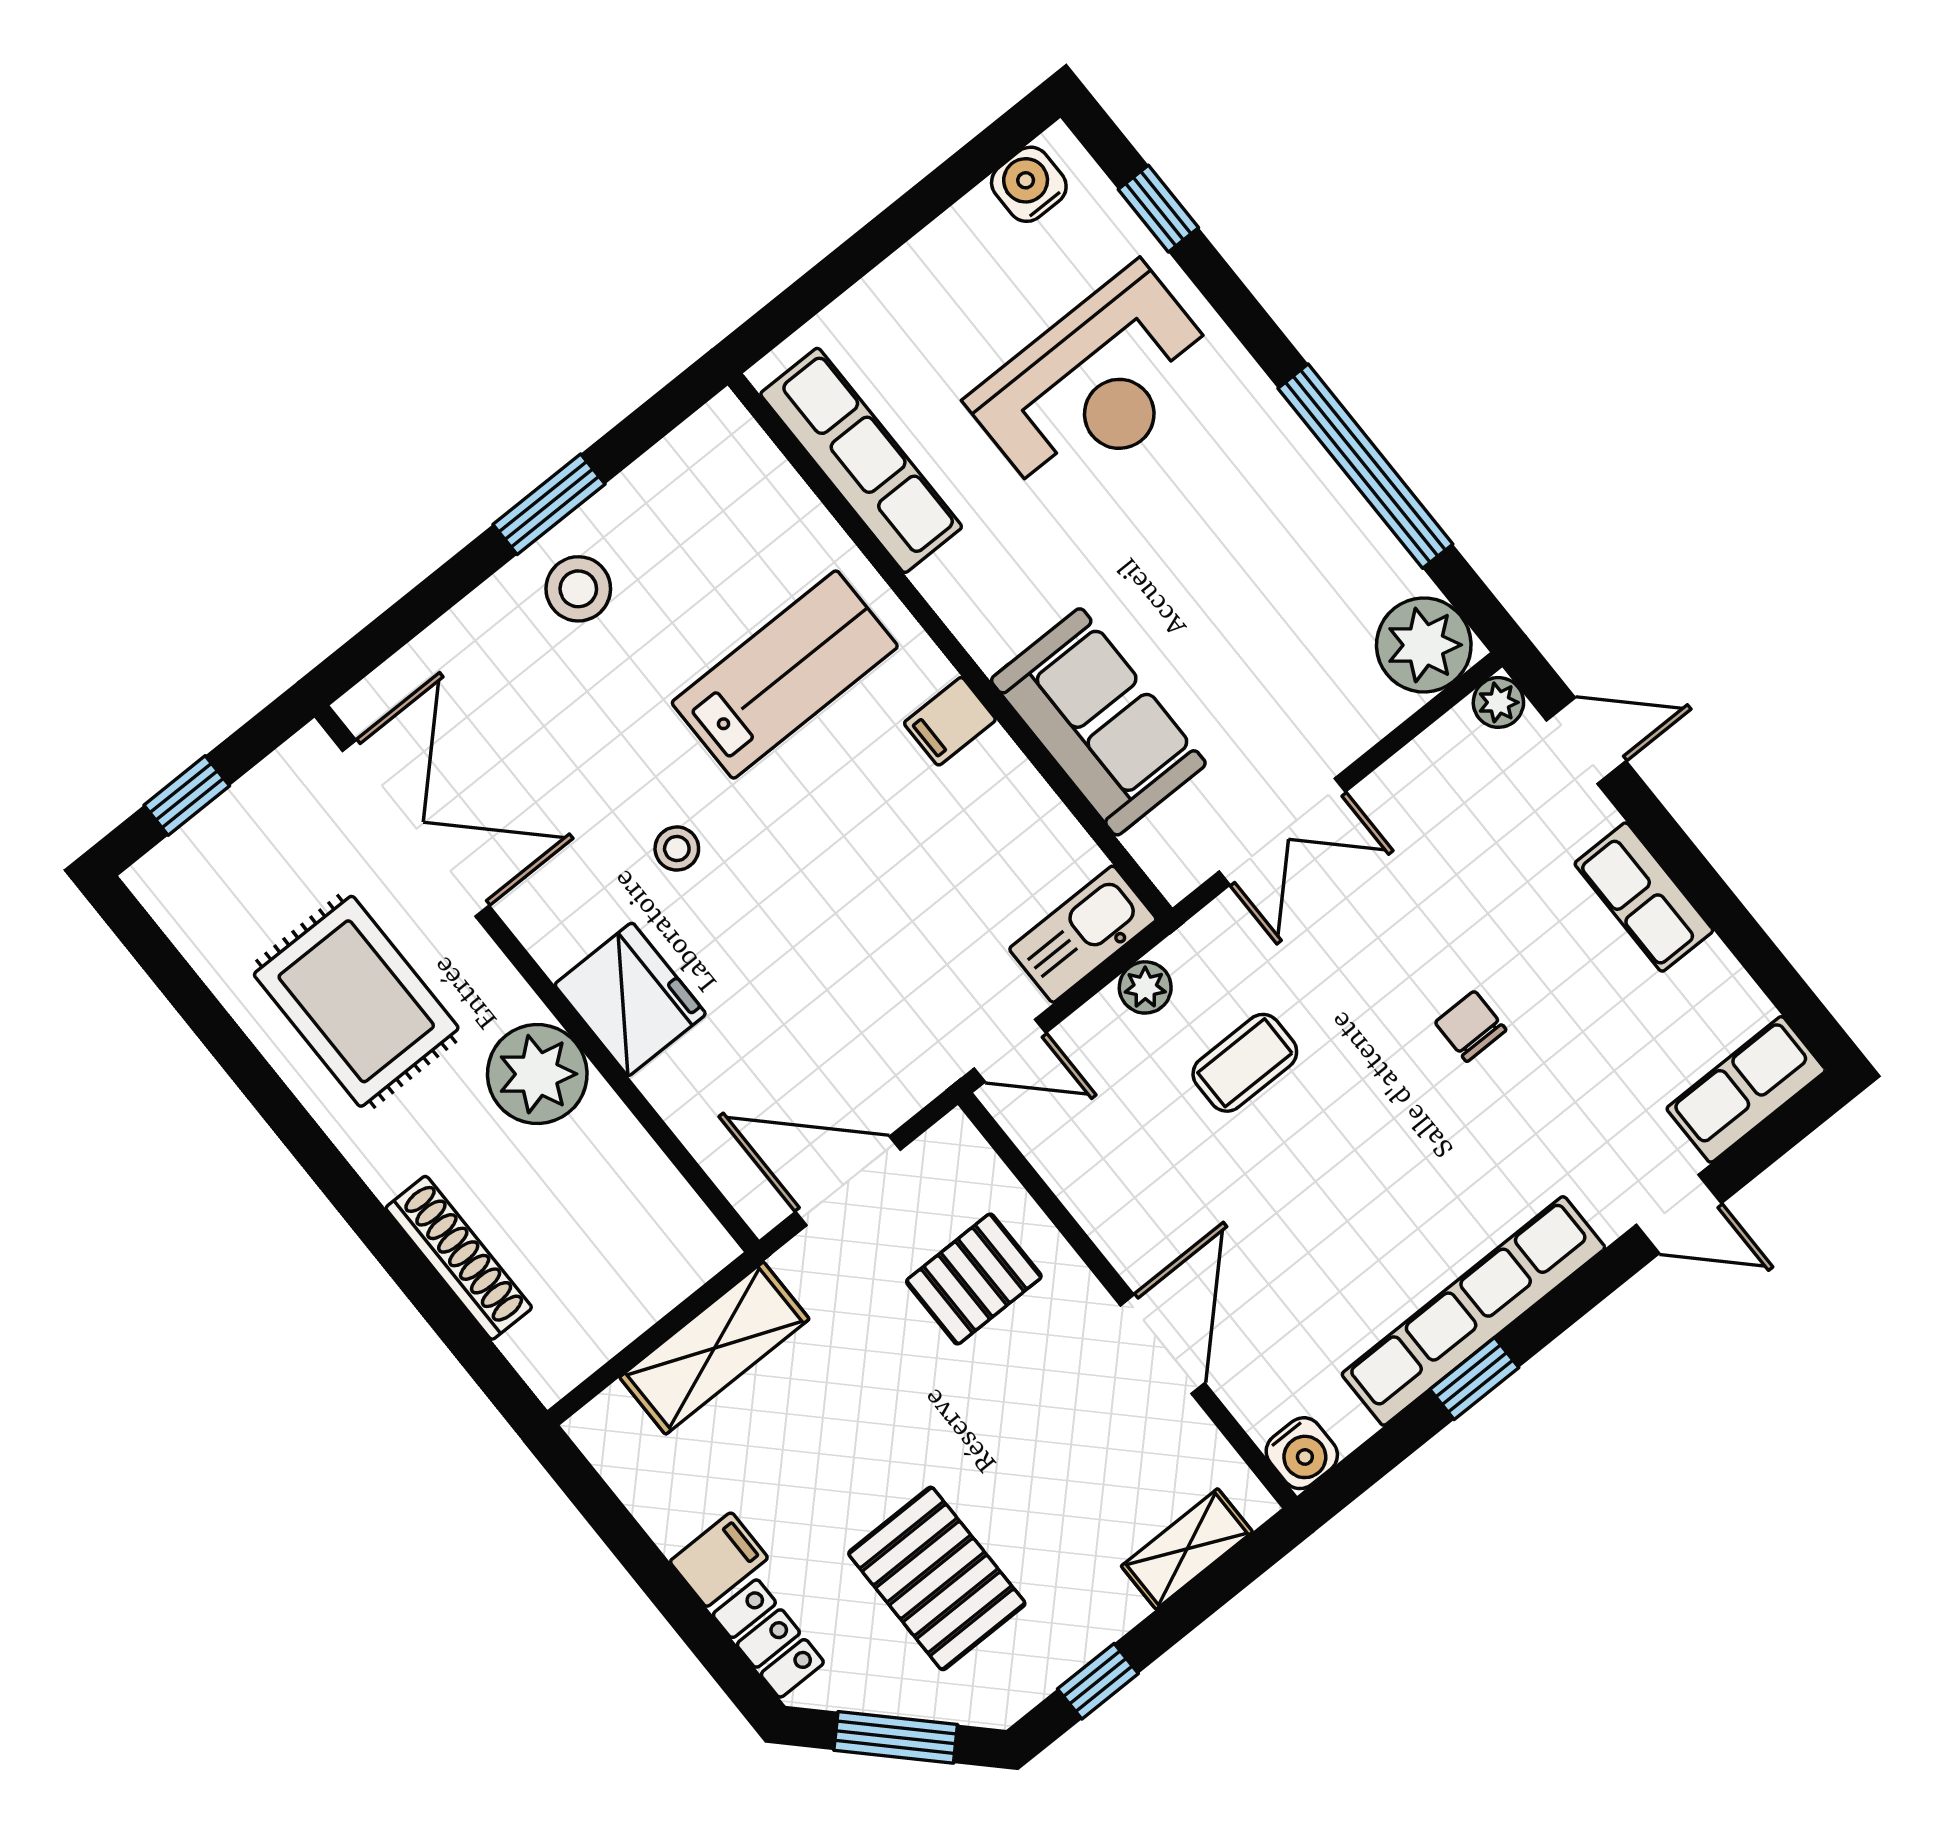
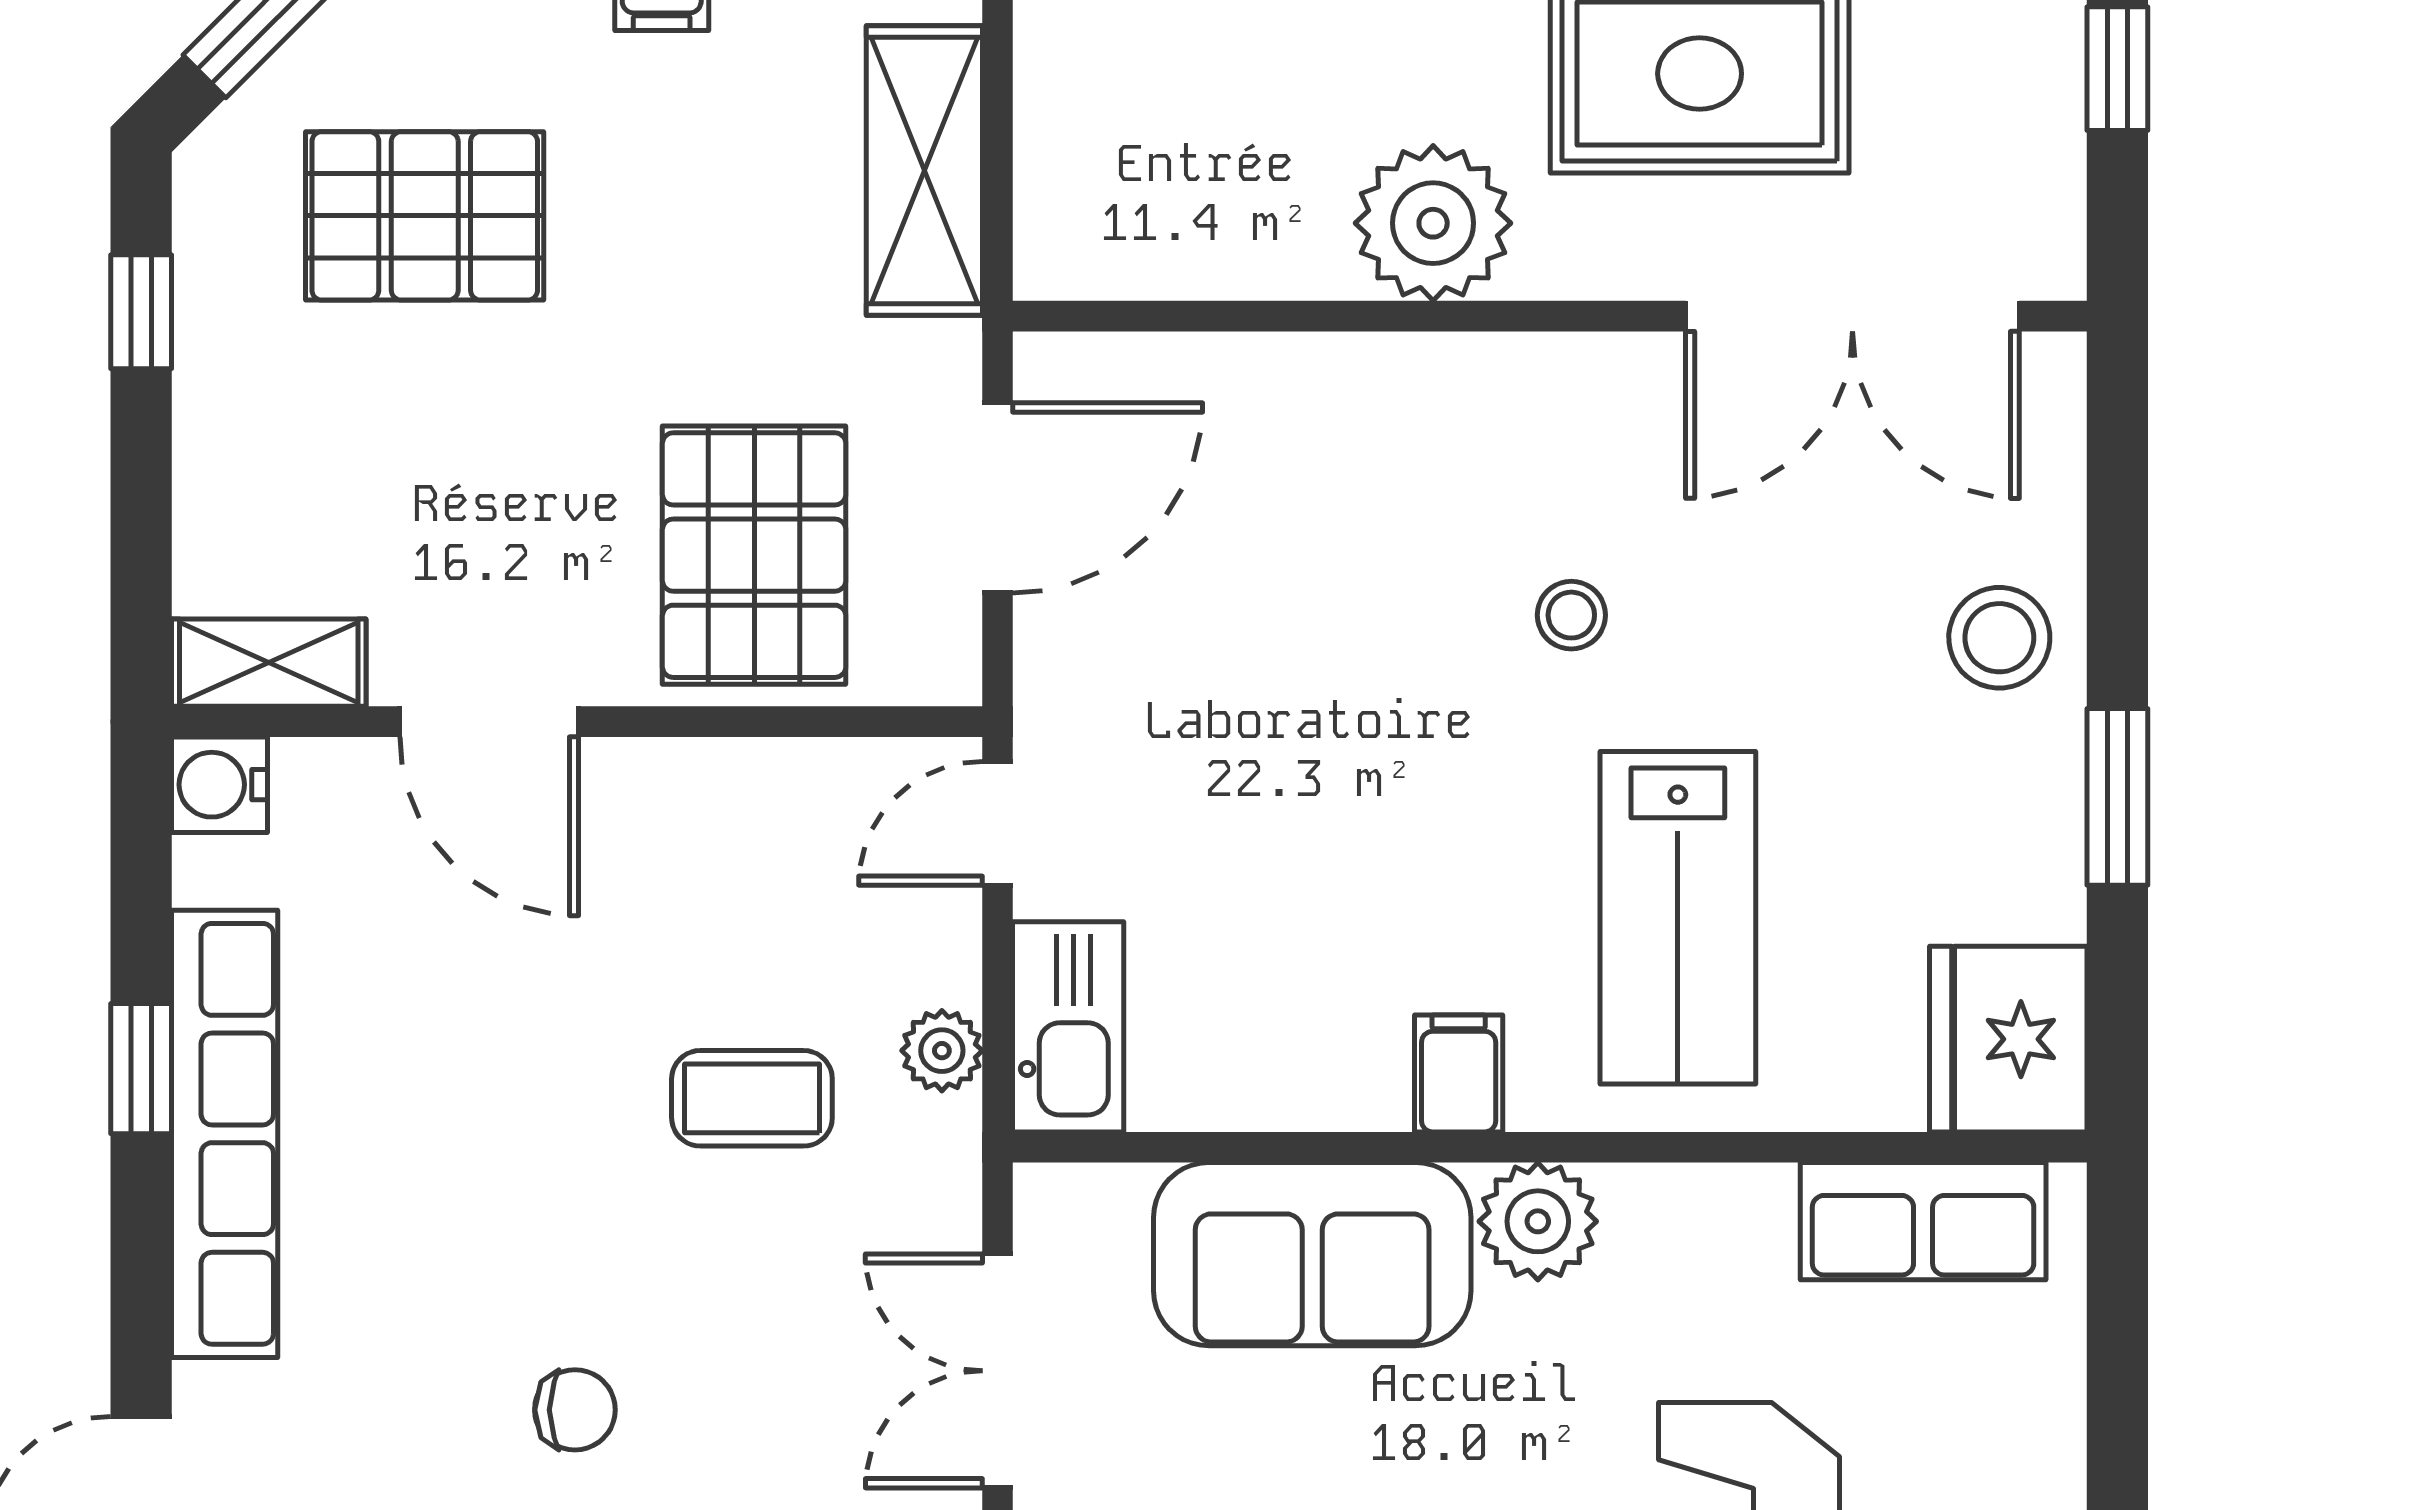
row of seats: (861, 460) -> (1923, 1221), width x0.68
stool: (578, 589) -> (1999, 638), moved
plant: (992, 623) -> (1538, 1221), added
fridge: (630, 999) -> (2008, 1039), moved, turned 90
coffee table: (1245, 1063) -> (752, 1098), turned 90
pallet: (974, 1279) -> (754, 555), width x1.50, depth x1.42
shelving: (1187, 1549) -> (269, 663), moved, turned 90

